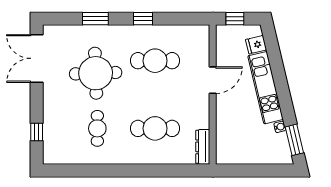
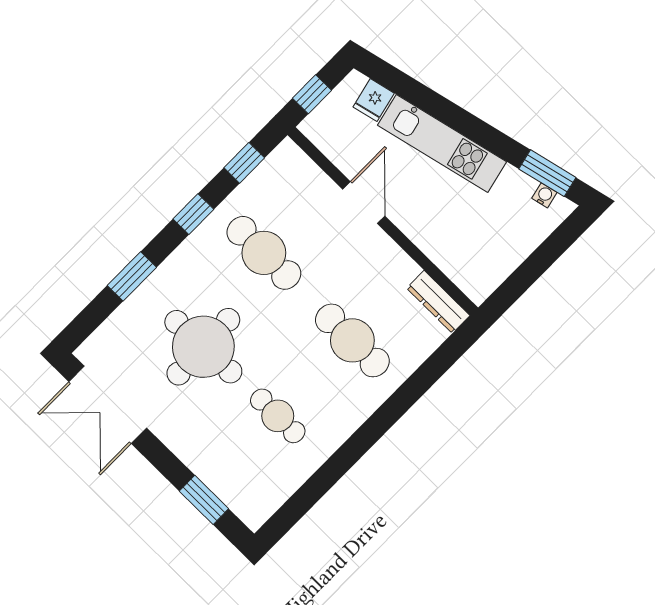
window: (182, 19) -> (244, 163), added
cafe table: (155, 61) -> (264, 253), turned 90
water cooler: (280, 127) -> (544, 195), moved
cafe table: (155, 128) -> (352, 340), turned 90
window: (37, 132) -> (204, 500), width x1.50

